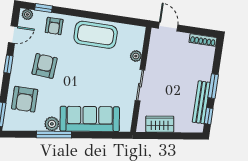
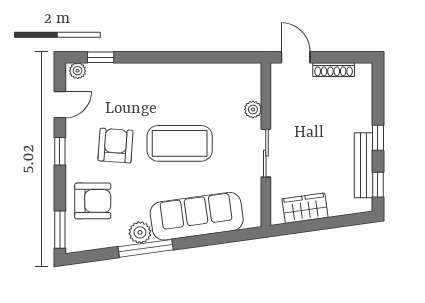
armchair: (54, 26) -> (121, 82), removed
coffee table: (96, 35) -> (180, 143), moved
shoe rack: (203, 40) -> (334, 70), moved
window: (213, 86) -> (378, 138), width x0.67
armchair: (25, 99) -> (93, 201), turned -90

